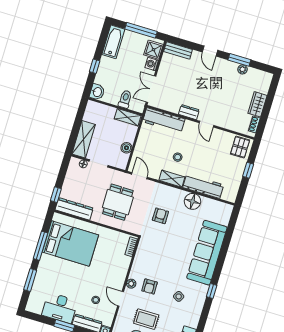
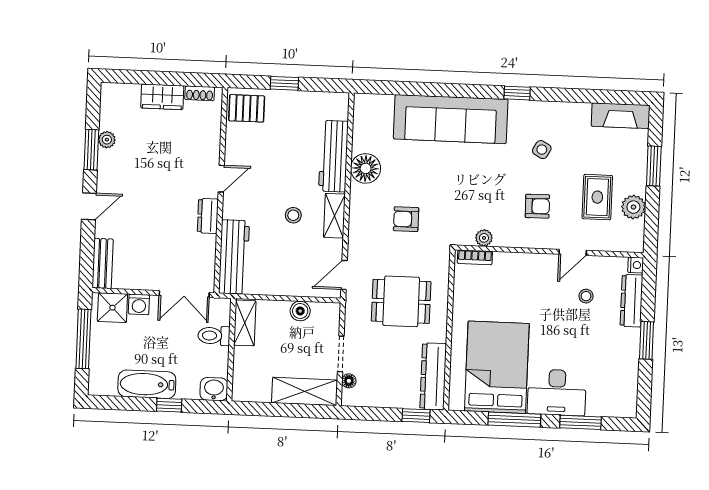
bathtub: (113, 42) -> (147, 384), moved
plant: (131, 284) -> (484, 238), moved
desk: (60, 308) -> (557, 392), moved, turned 90

